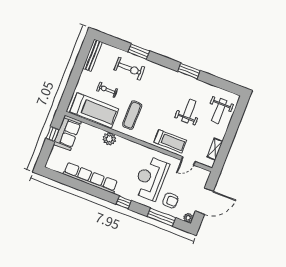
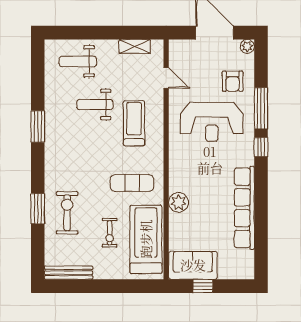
weight bench: (219, 111) -> (78, 61), turned 180
treadmill: (170, 141) -> (134, 123), moved
armchair: (170, 201) -> (233, 81), turned 180
window: (161, 217) -> (261, 108), moved

